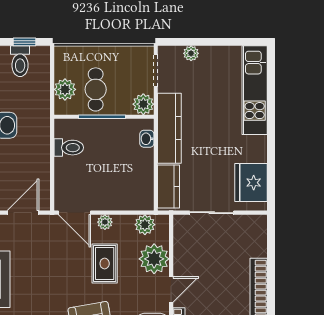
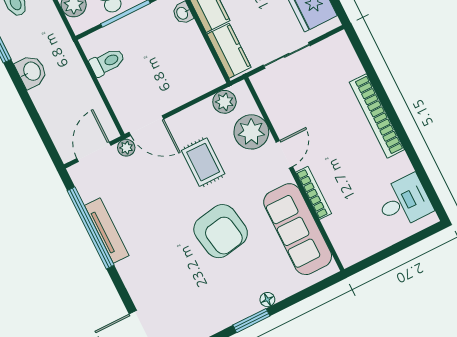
plant: (105, 222) -> (126, 148), moved

